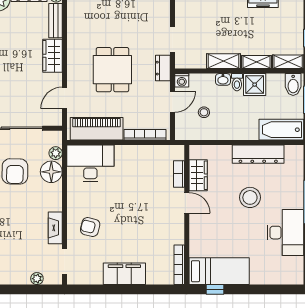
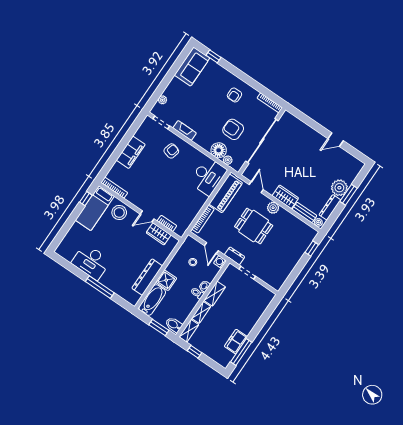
plant: (75, 61) -> (273, 208), added
shower: (255, 85) -> (166, 280), moved
stool: (250, 197) -> (119, 212), moved

